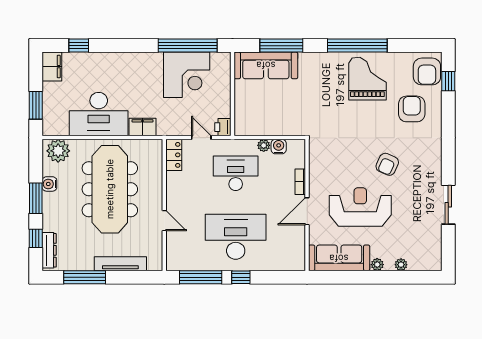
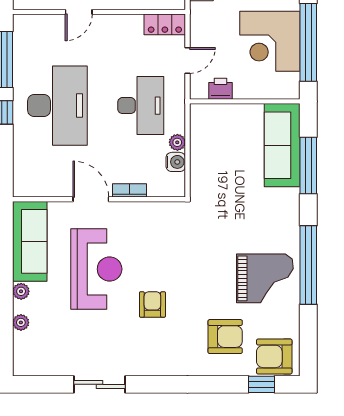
printer: (223, 127) -> (220, 89), moved
armchair: (387, 164) -> (152, 304), turned 66

